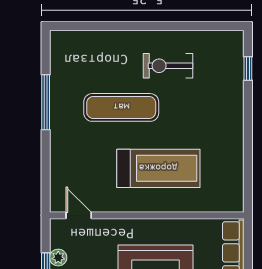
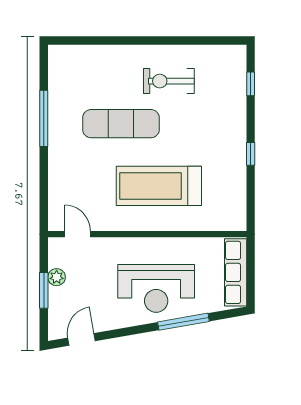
window: (248, 137) -> (251, 154), added
treadmill: (158, 168) -> (159, 186), turned 180

